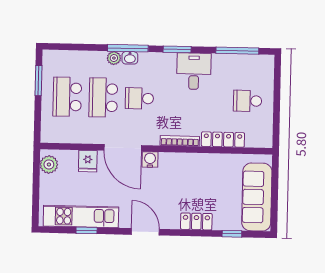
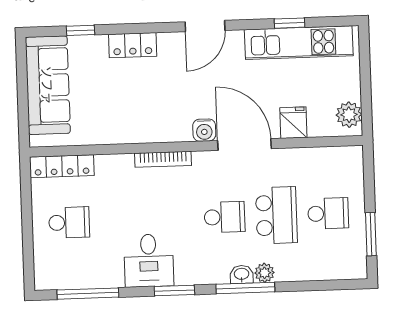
school desk: (67, 97) -> (328, 213), width x0.54
locker: (223, 140) -> (62, 166), moved
door: (145, 232) -> (205, 26), hinge flipped

